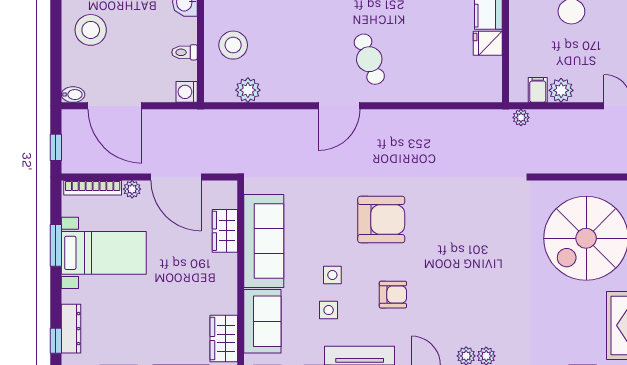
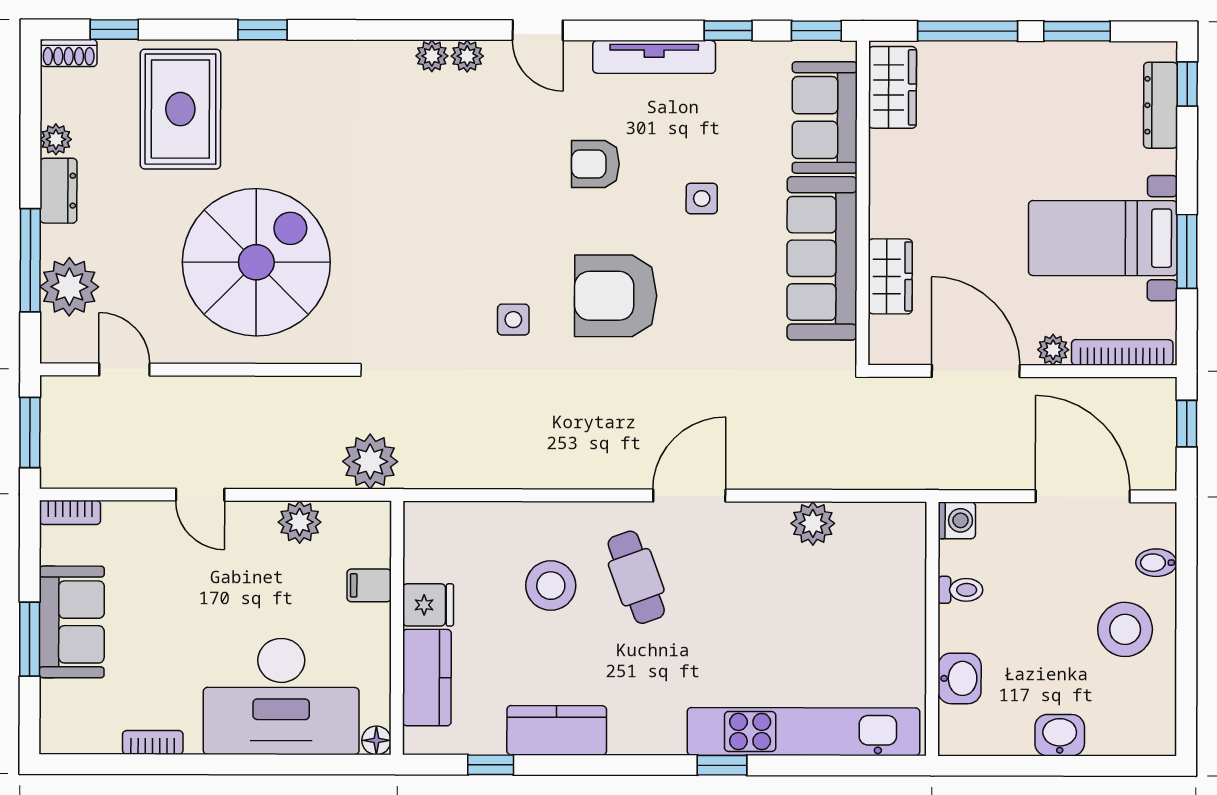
stool: (233, 45) -> (551, 586), moved
plant: (248, 90) -> (813, 523), moved
filing cabinet: (538, 90) -> (369, 585), moved, turned 90
bidet: (73, 95) -> (1156, 563), moved
plant: (521, 118) -> (370, 462), width x1.87, depth x1.87
side table: (329, 310) -> (513, 320), moved

